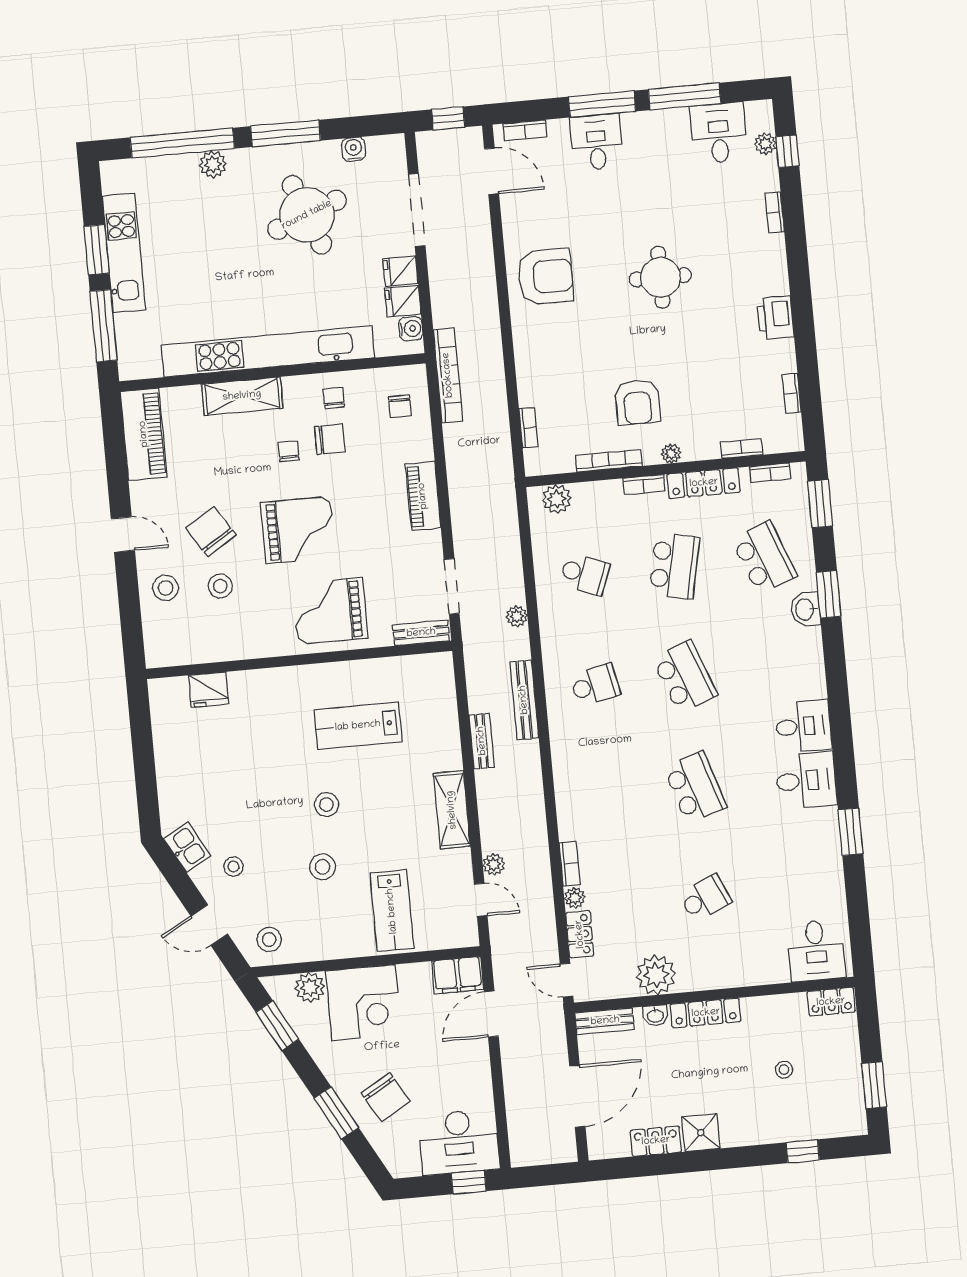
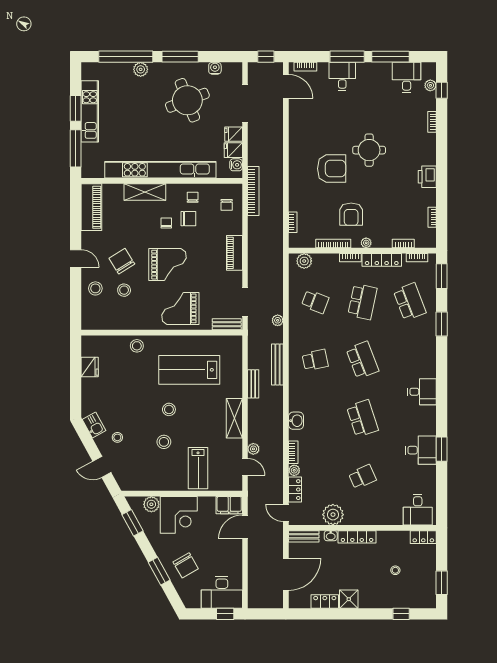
armchair: (545, 277) -> (332, 169), moved
washbasin: (805, 609) -> (296, 421), moved, turned 180
fridge: (209, 690) -> (90, 367), moved, turned -90
lab bench: (358, 726) -> (189, 370), width x1.36, depth x1.39
desk: (806, 780) -> (421, 450), moved
stool: (269, 939) -> (137, 346), moved

